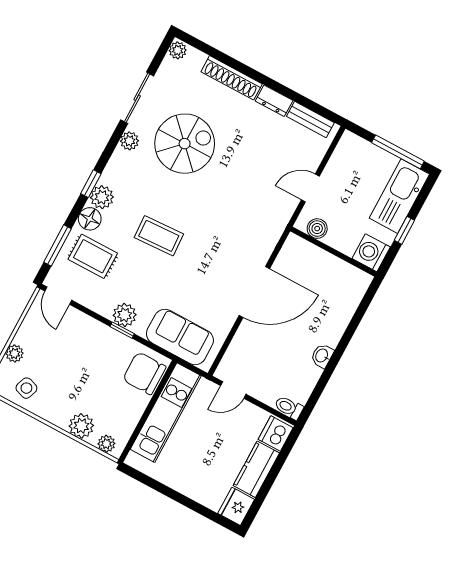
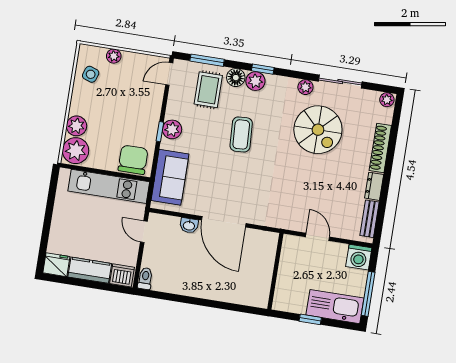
boiler: (317, 229) -> (289, 253), removed
washing machine: (371, 253) -> (359, 257), moved, turned 180
washbasin: (322, 356) -> (189, 225), moved, turned 180
plant: (106, 444) -> (76, 151), width x1.87, depth x1.87

